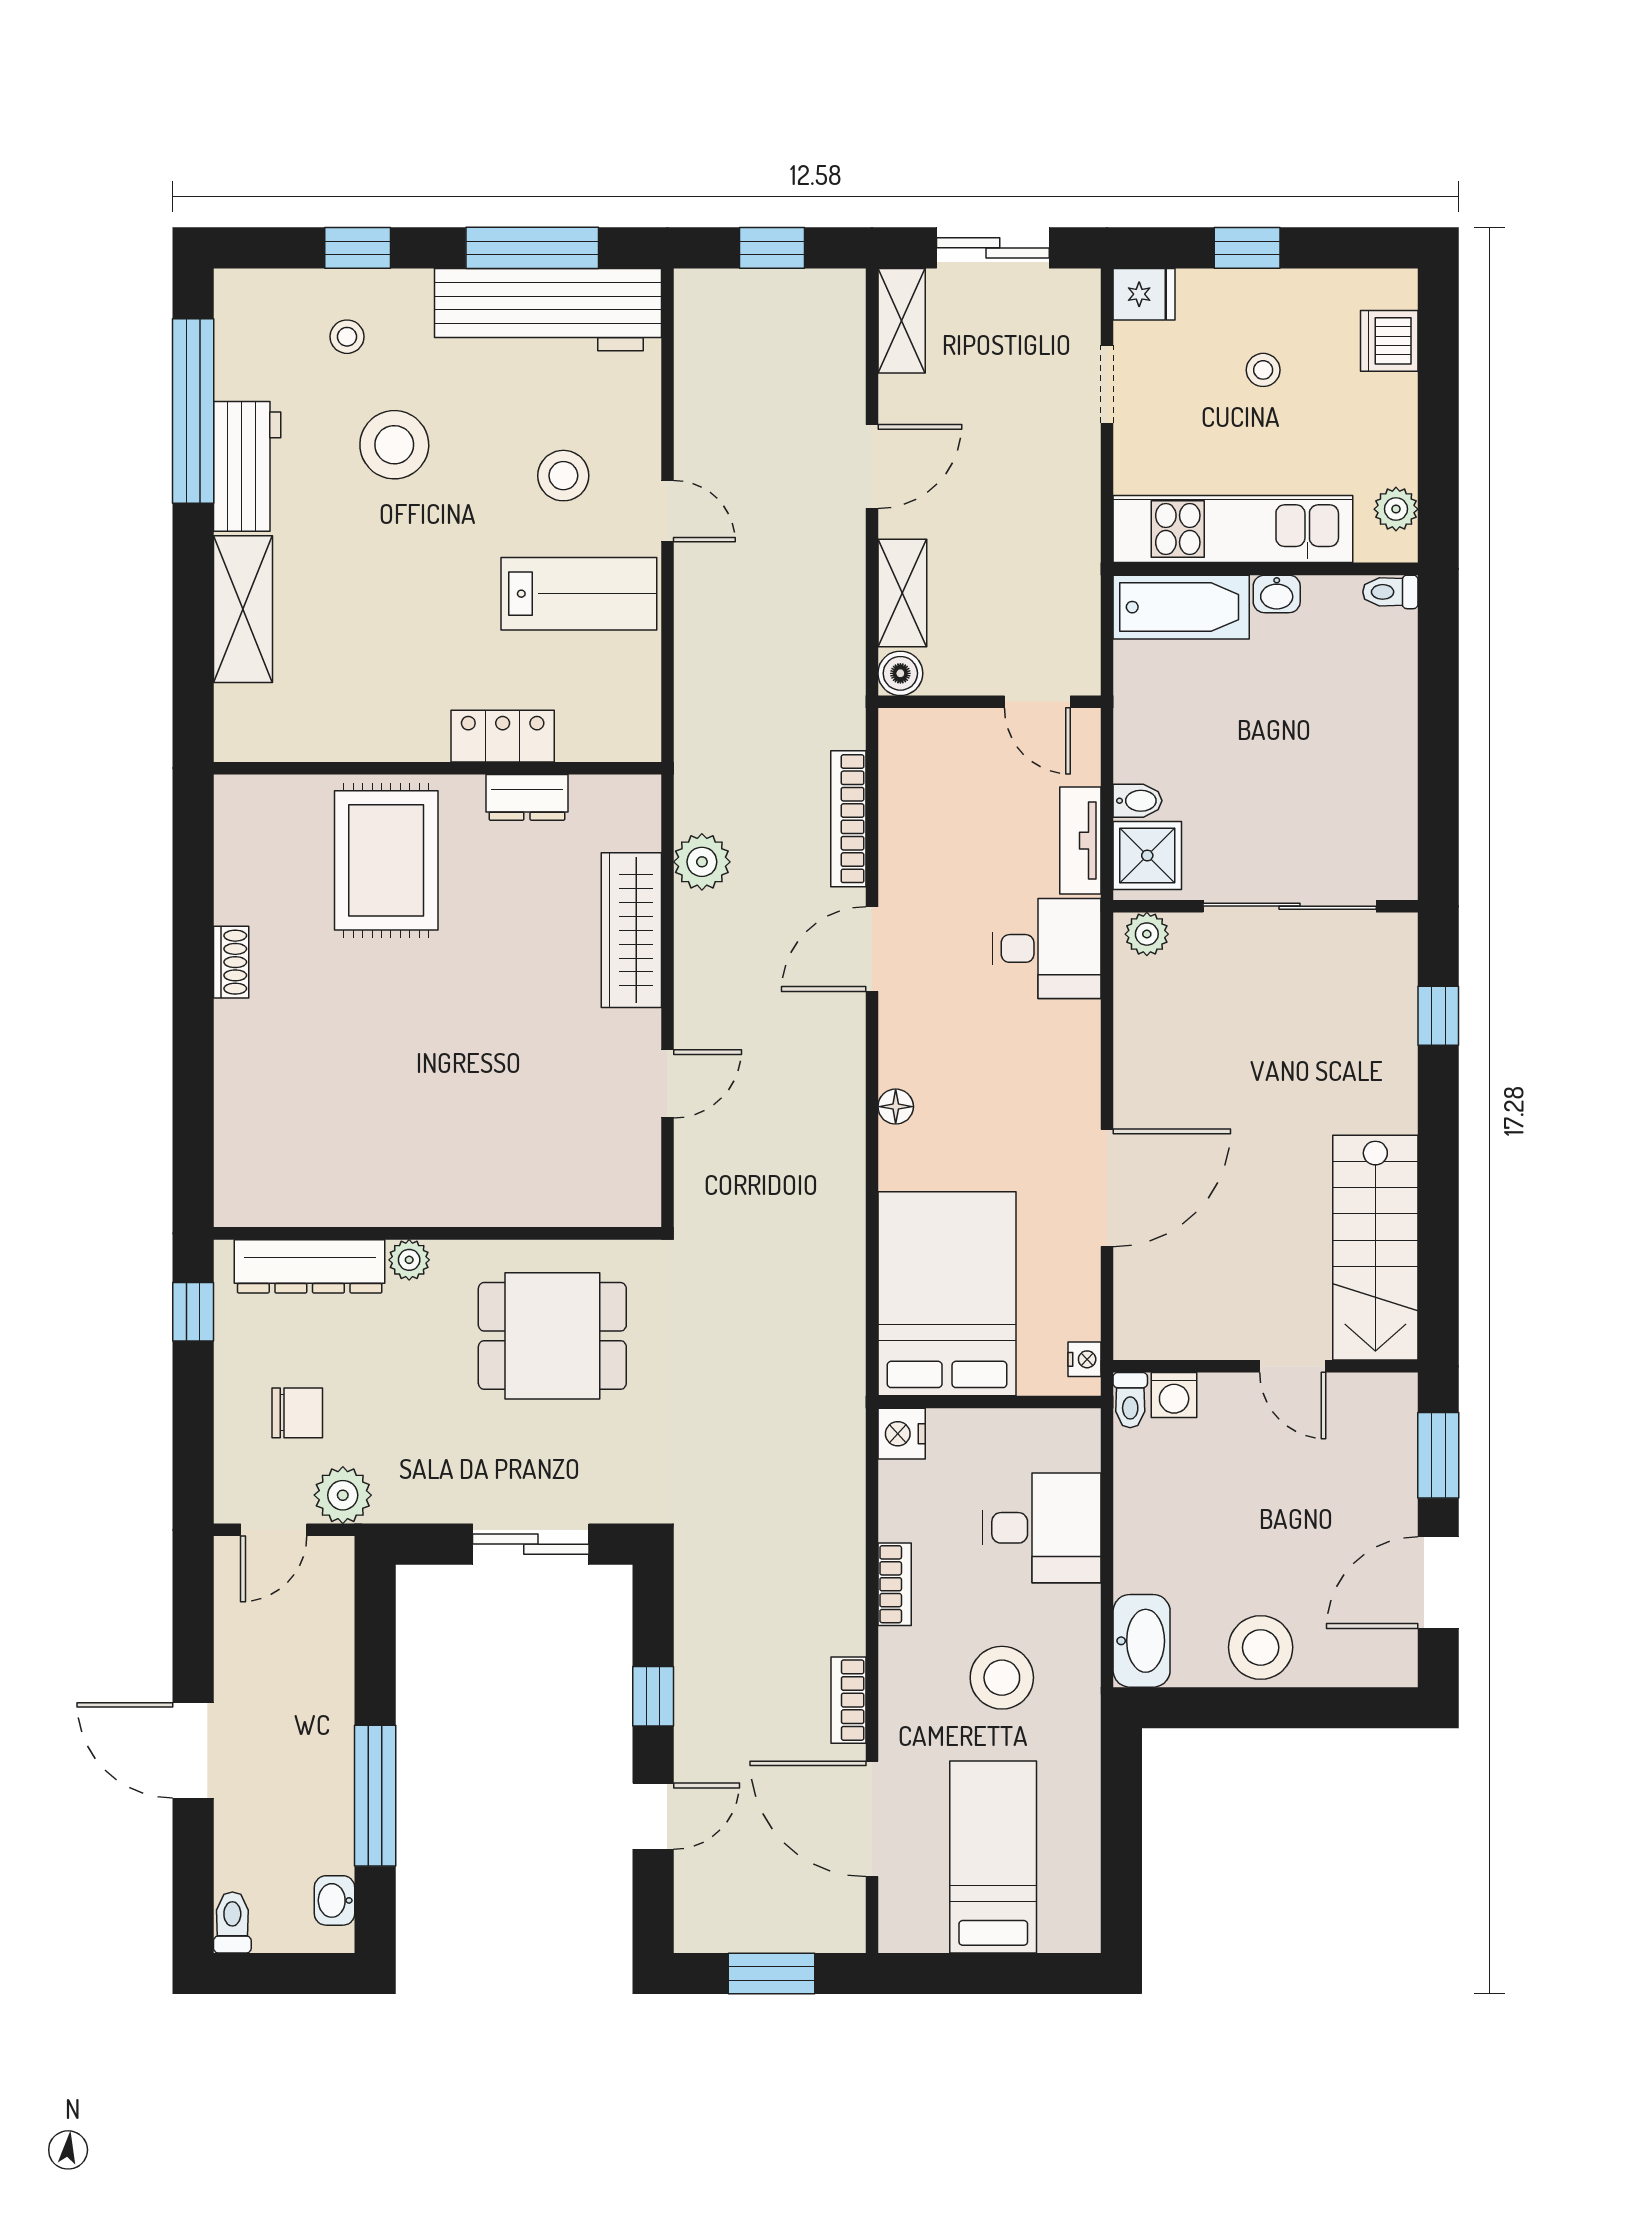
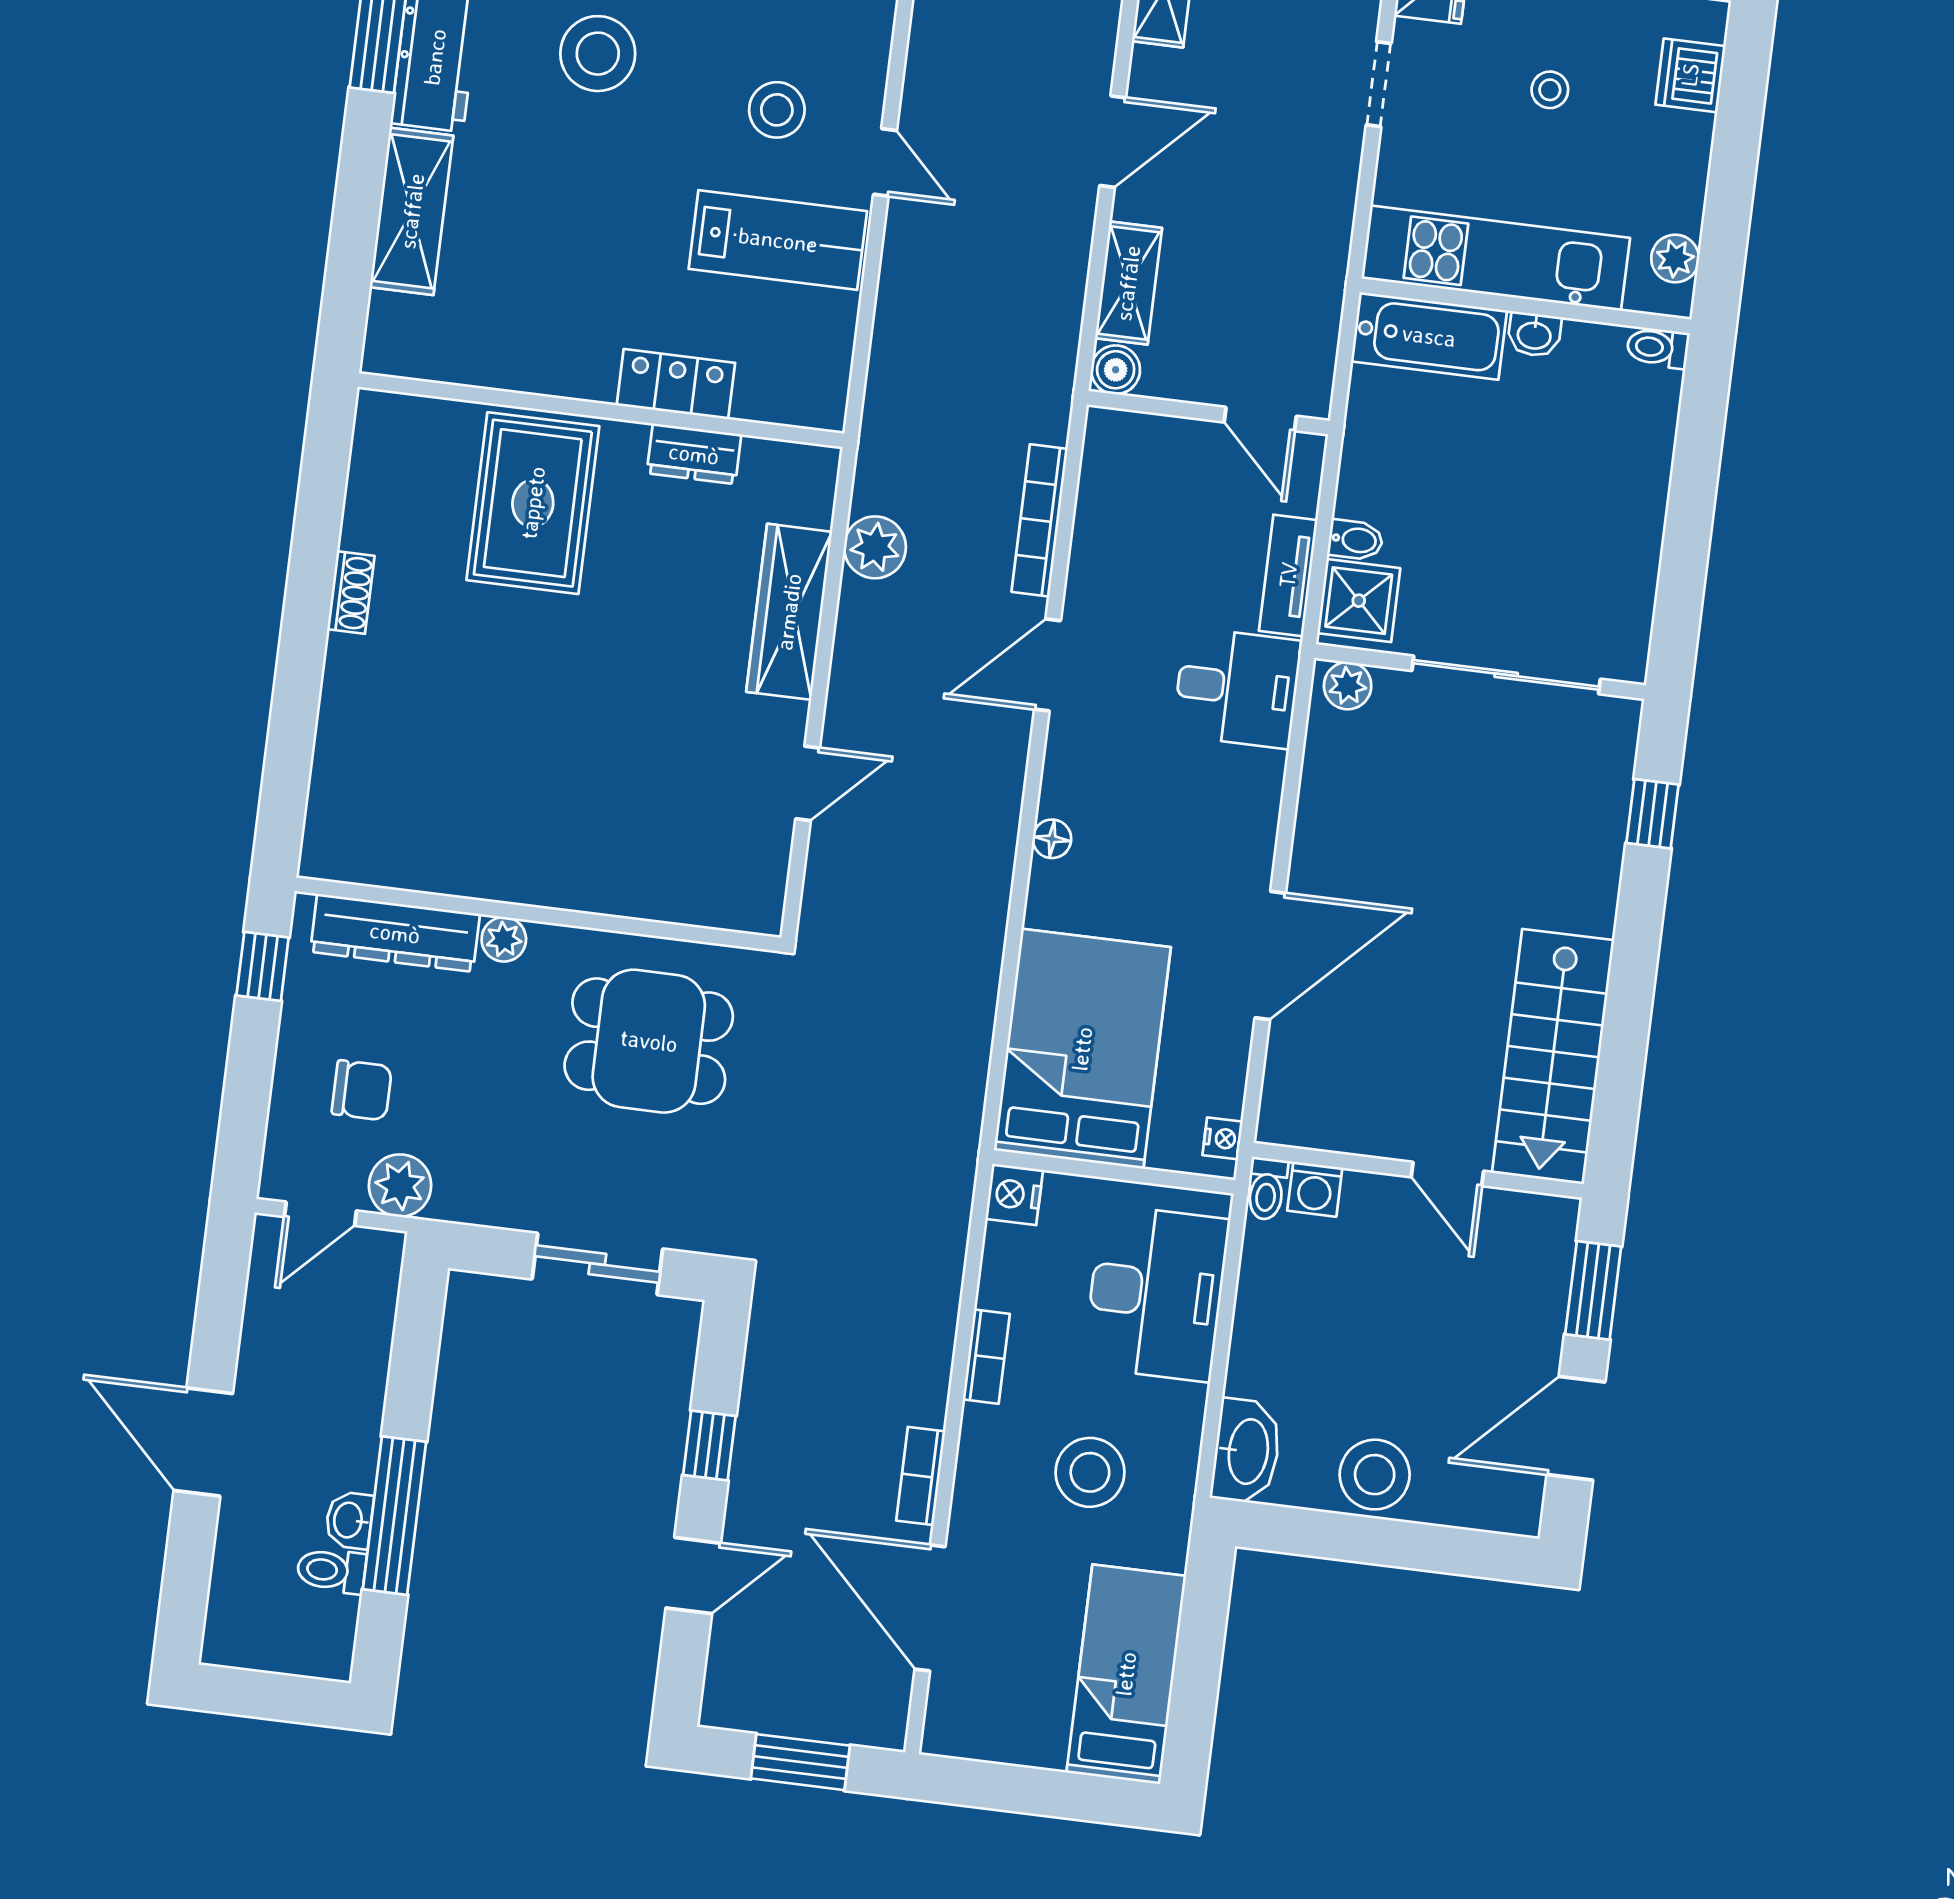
desk: (1042, 1528) -> (1156, 1293), width x1.37
bed: (993, 1857) -> (1126, 1674), moved
washbasin: (335, 1900) -> (349, 1520), moved
toilet: (232, 1922) -> (331, 1571), moved, turned -90

